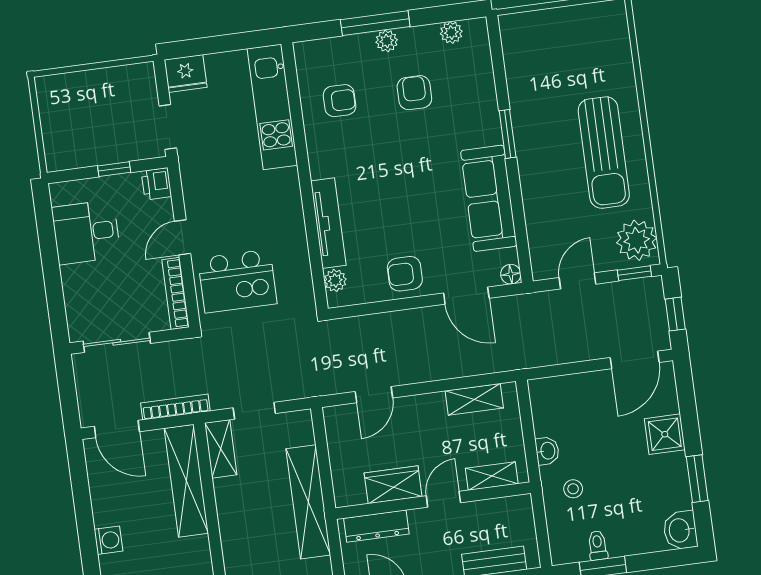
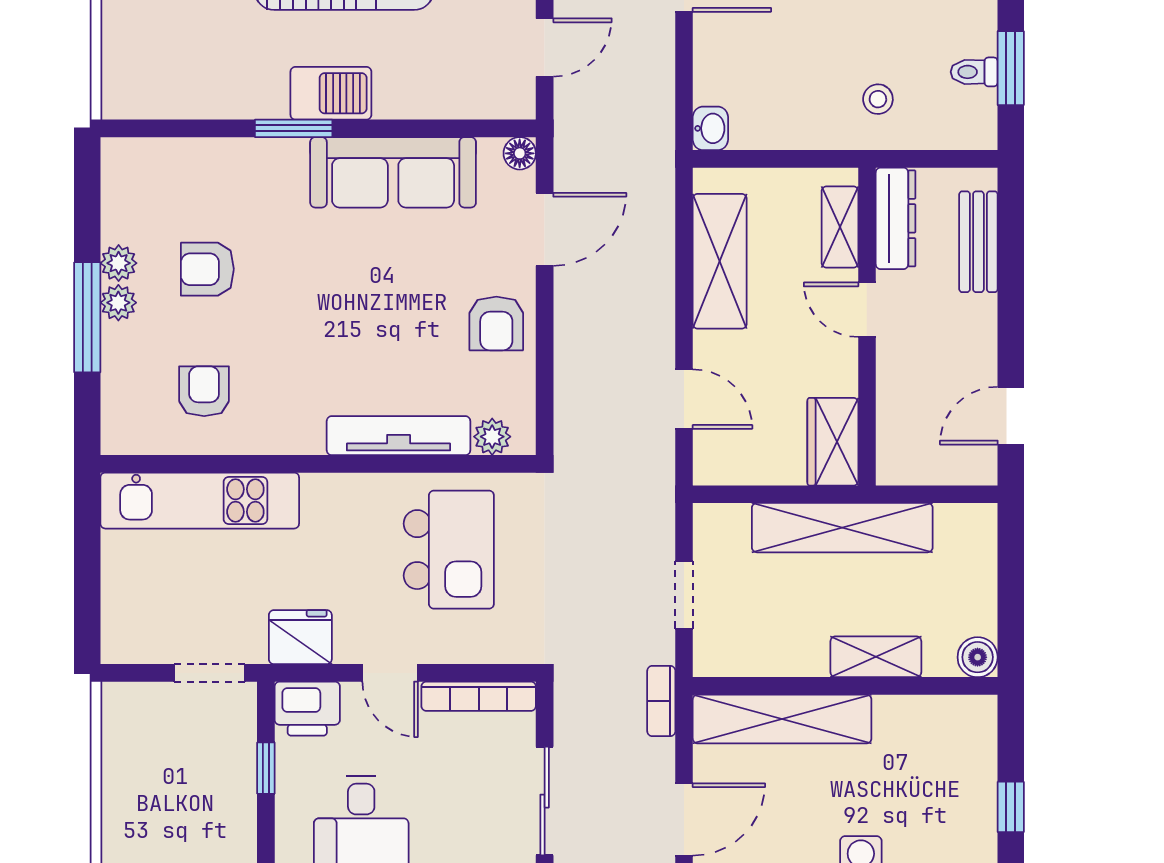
plant: (451, 32) -> (119, 263), moved
fridge: (186, 73) -> (300, 637), moved, turned -90
barbecue: (532, 154) -> (331, 93), added
printer: (156, 184) -> (307, 709), width x1.36, depth x1.24
kitchen island: (237, 281) -> (449, 550), moved
door: (577, 281) -> (545, 48), swing flipped
shelving: (474, 399) -> (720, 261), width x1.50, depth x1.33
bookcase: (175, 407) -> (661, 701), width x0.64
shelving: (221, 449) -> (876, 657), moved
washbasin: (547, 451) -> (710, 128), moved, turned 90
wardrobe: (393, 485) -> (833, 442), moved
dresser: (376, 526) -> (896, 218), moved

